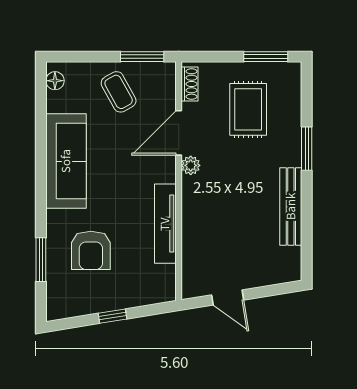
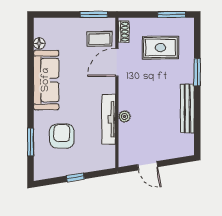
floor lamp: (55, 81) -> (39, 43), moved
coffee table: (119, 92) -> (100, 39), moved, turned -61
rug: (248, 109) -> (161, 48), turned 90
plant: (191, 165) -> (124, 116), moved
armchair: (91, 250) -> (62, 136), turned 180

